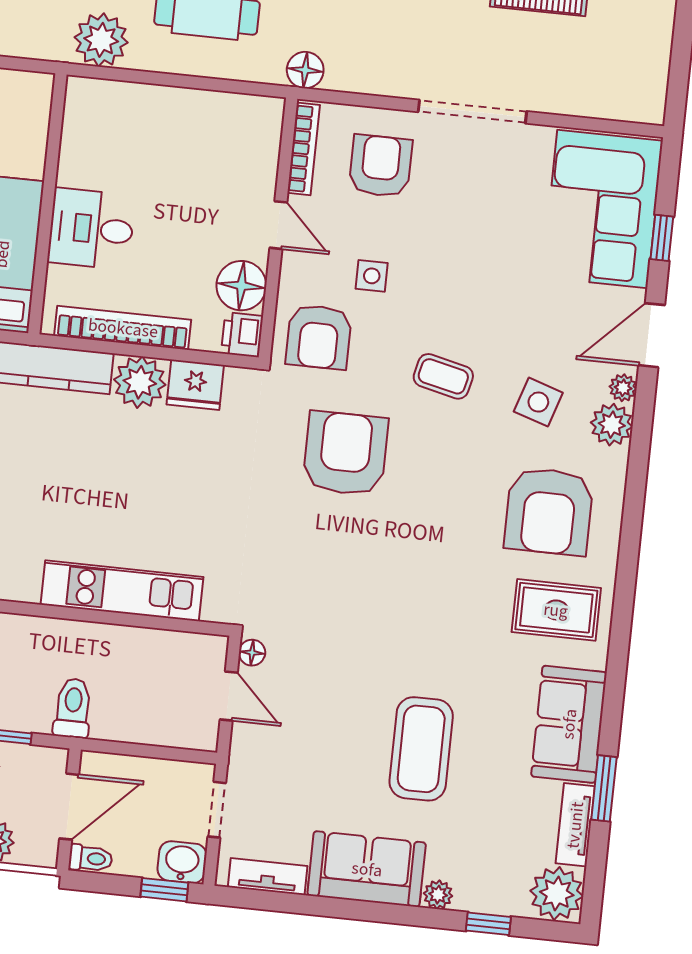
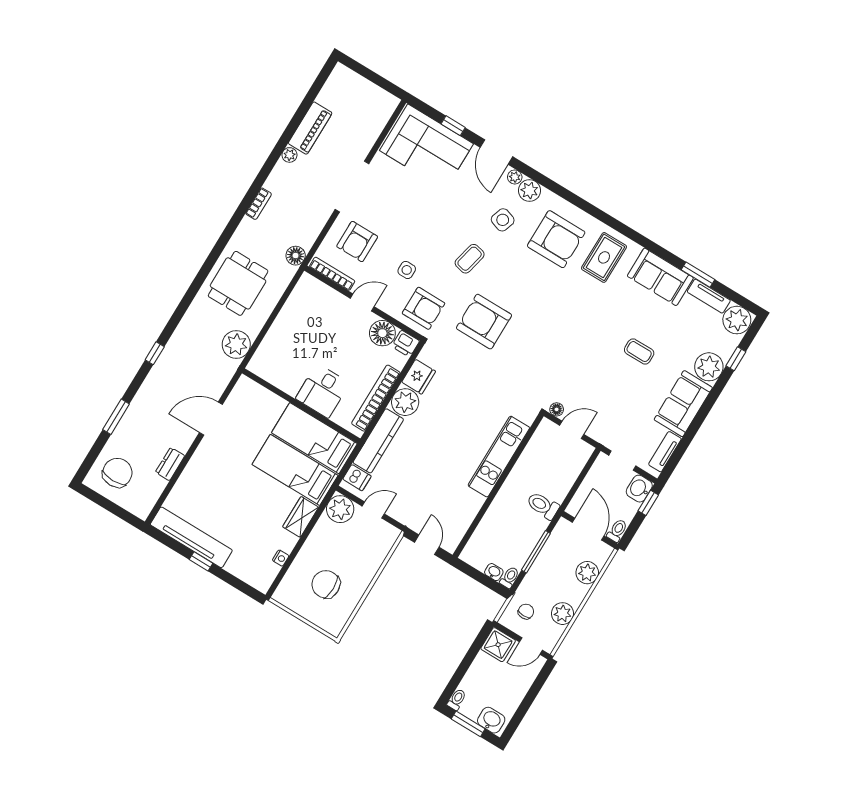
armchair: (381, 166) -> (357, 241), turned -90
coffee table: (421, 749) -> (639, 352), width x0.54, depth x0.58
plant: (438, 895) -> (709, 367), width x1.88, depth x1.88

